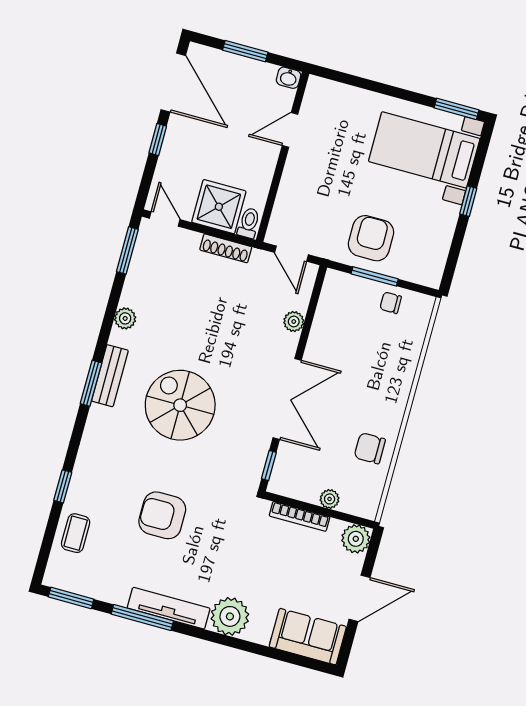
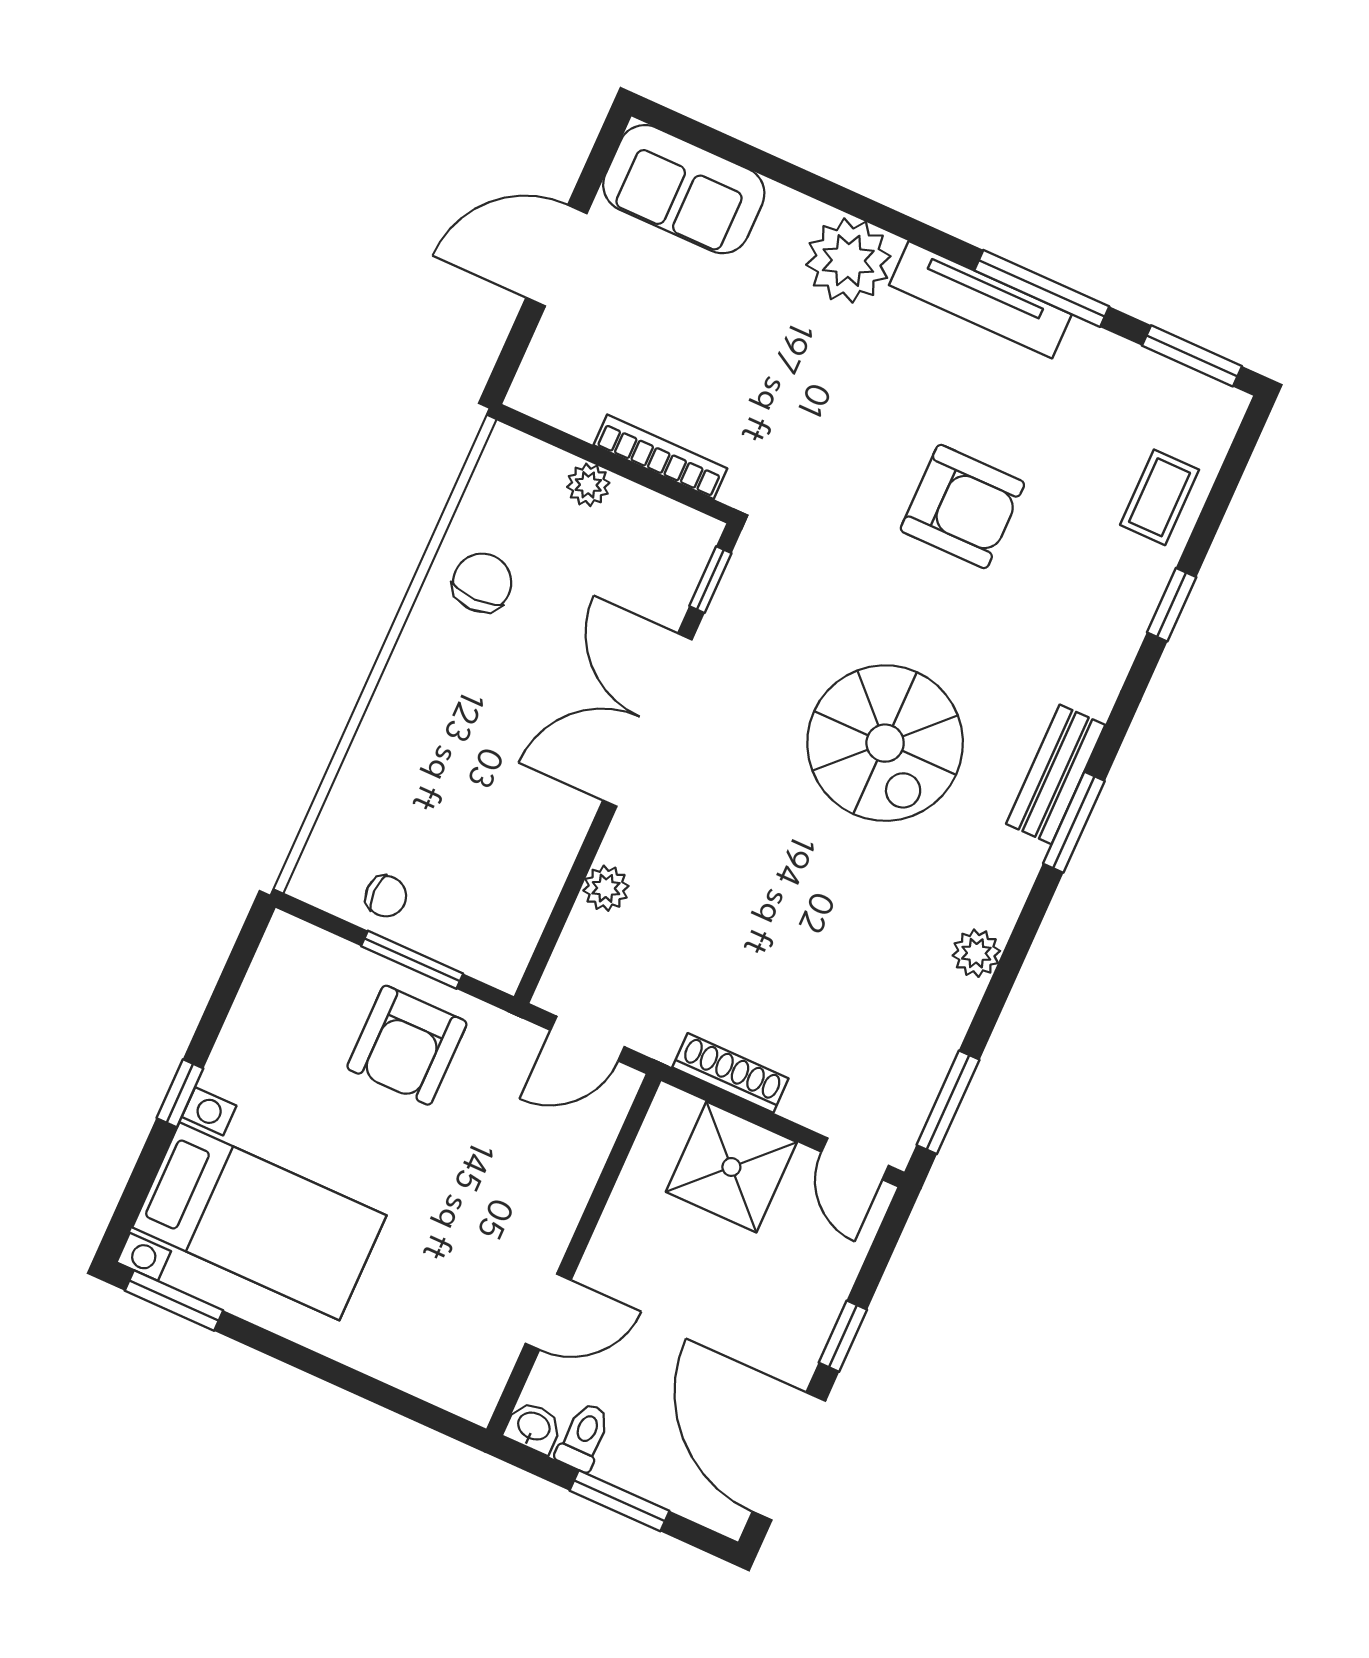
toilet: (249, 223) -> (584, 1437), moved, turned 180
door: (292, 254) -> (587, 1039), swing flipped
bench: (110, 376) -> (1056, 774), moved
chair: (370, 448) -> (482, 583), turned -90
plant: (356, 539) -> (544, 388), removed

